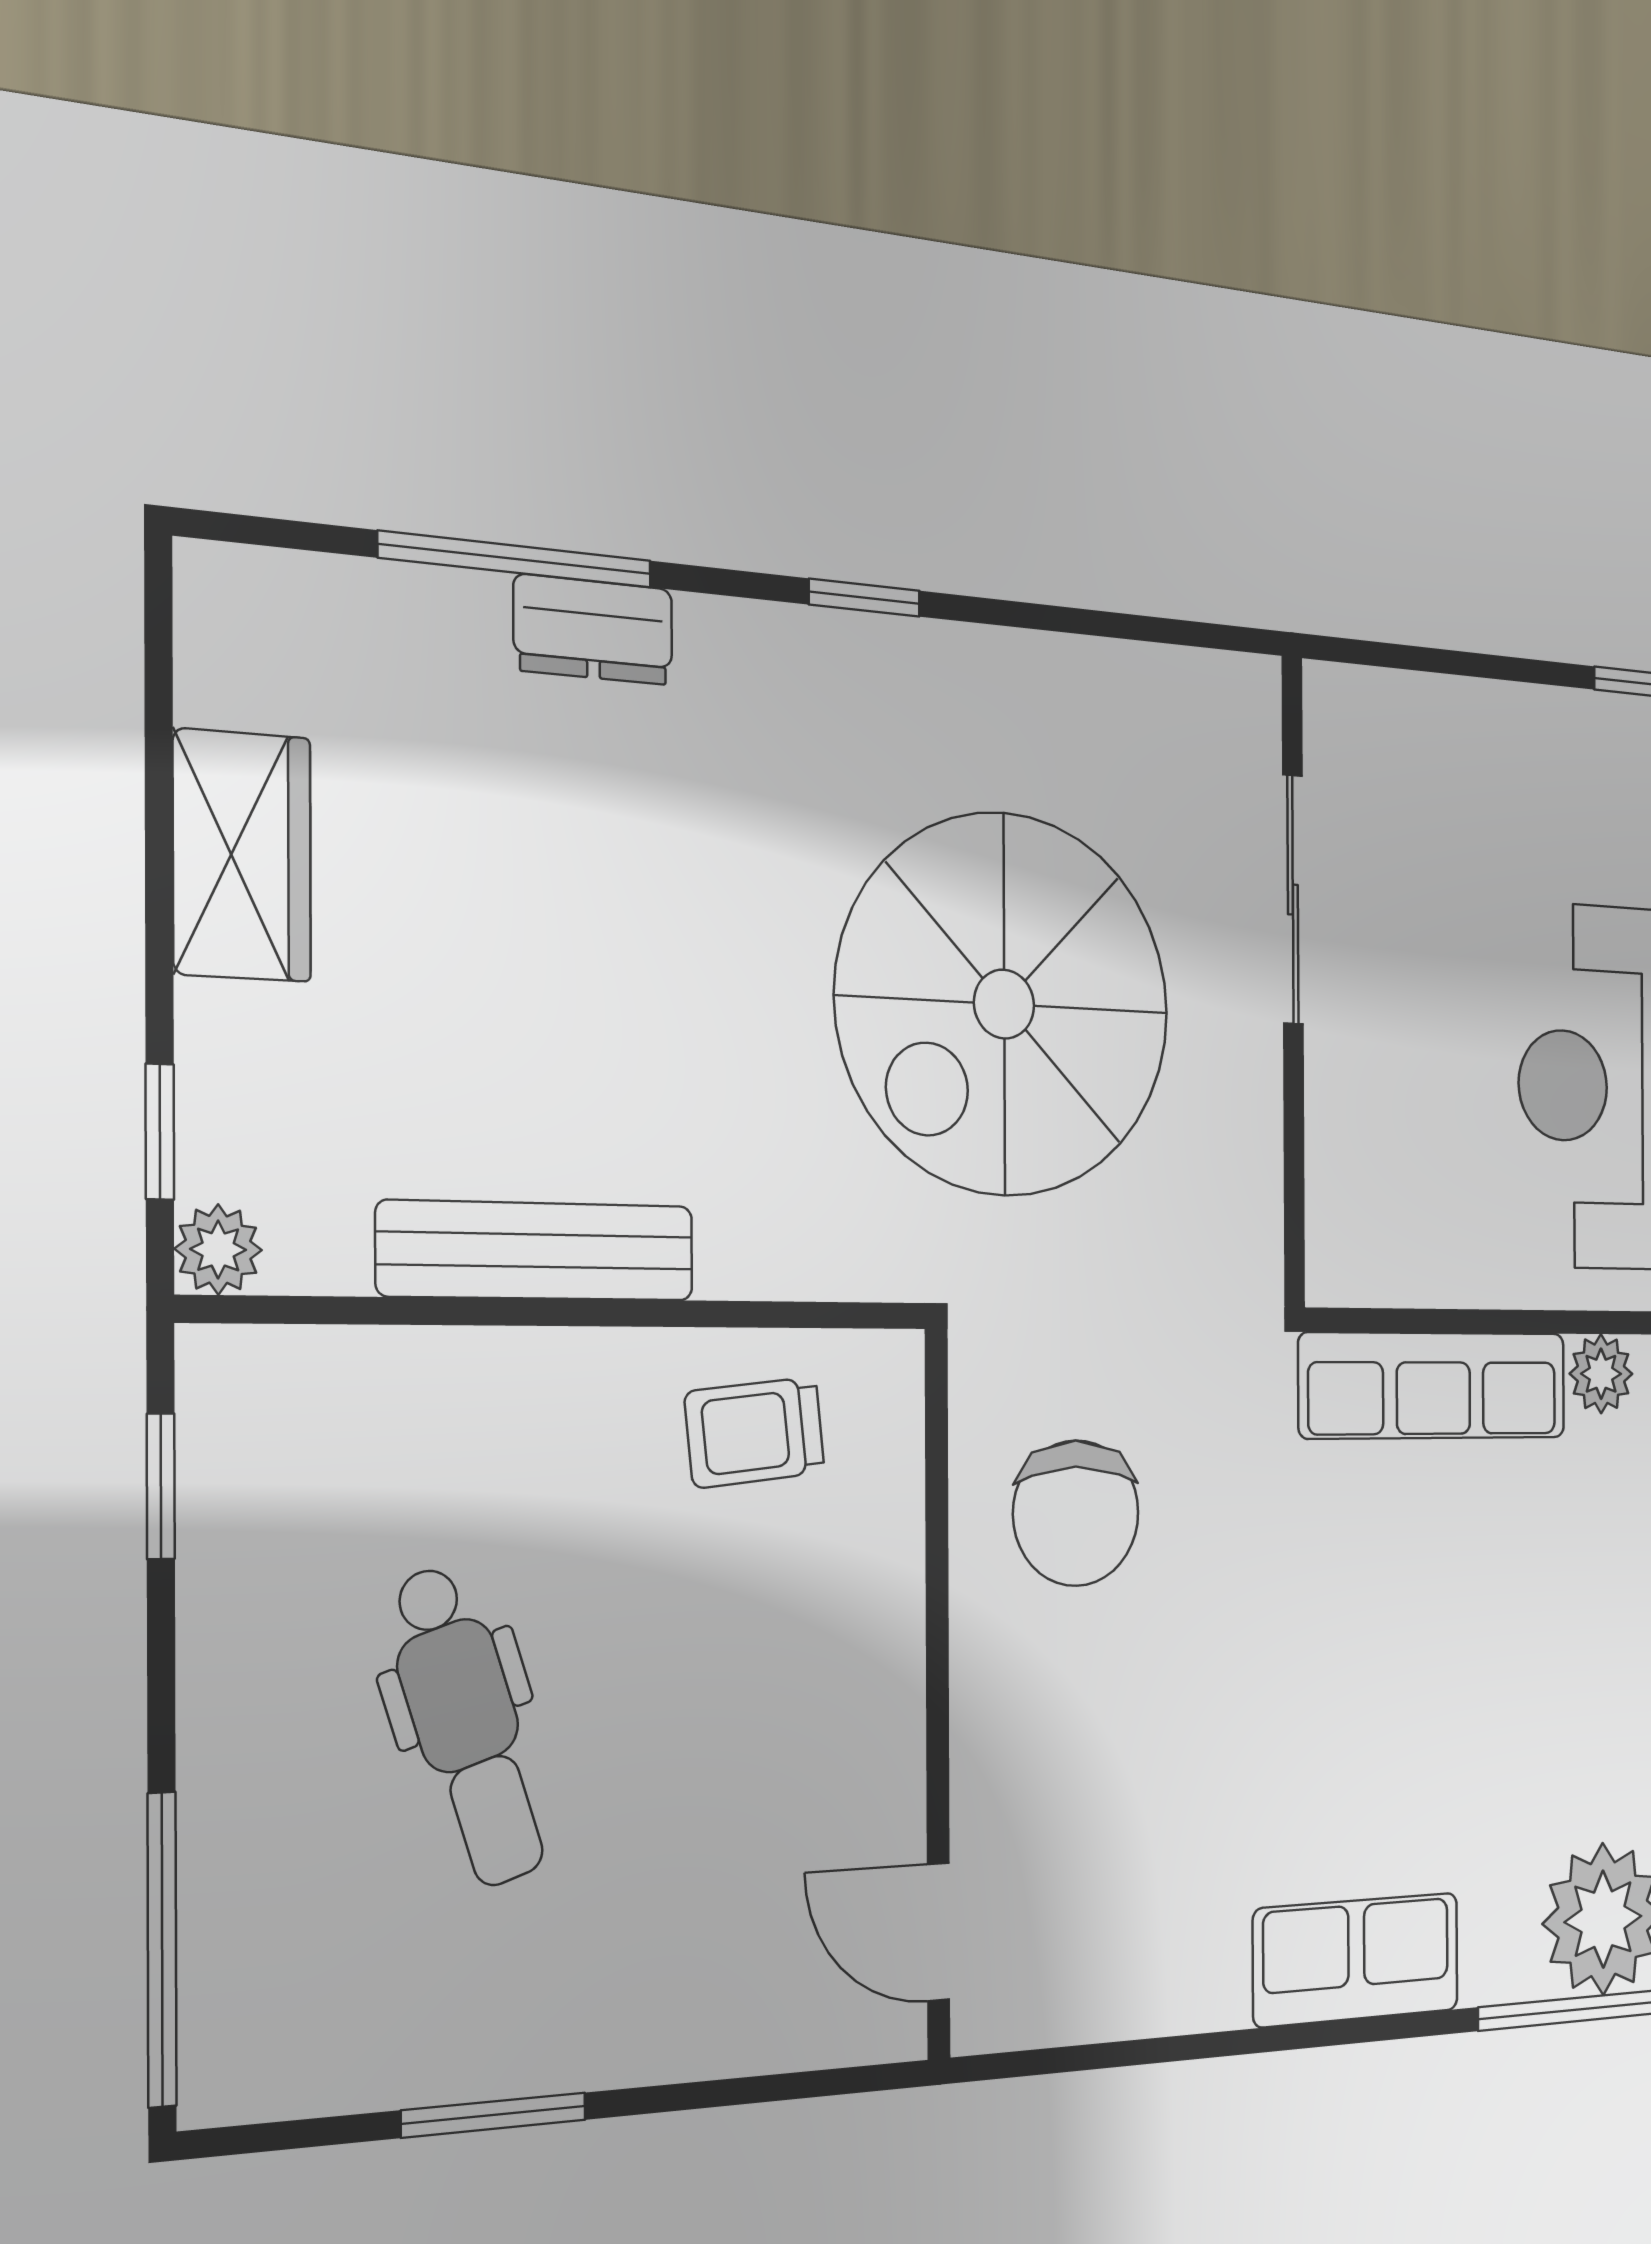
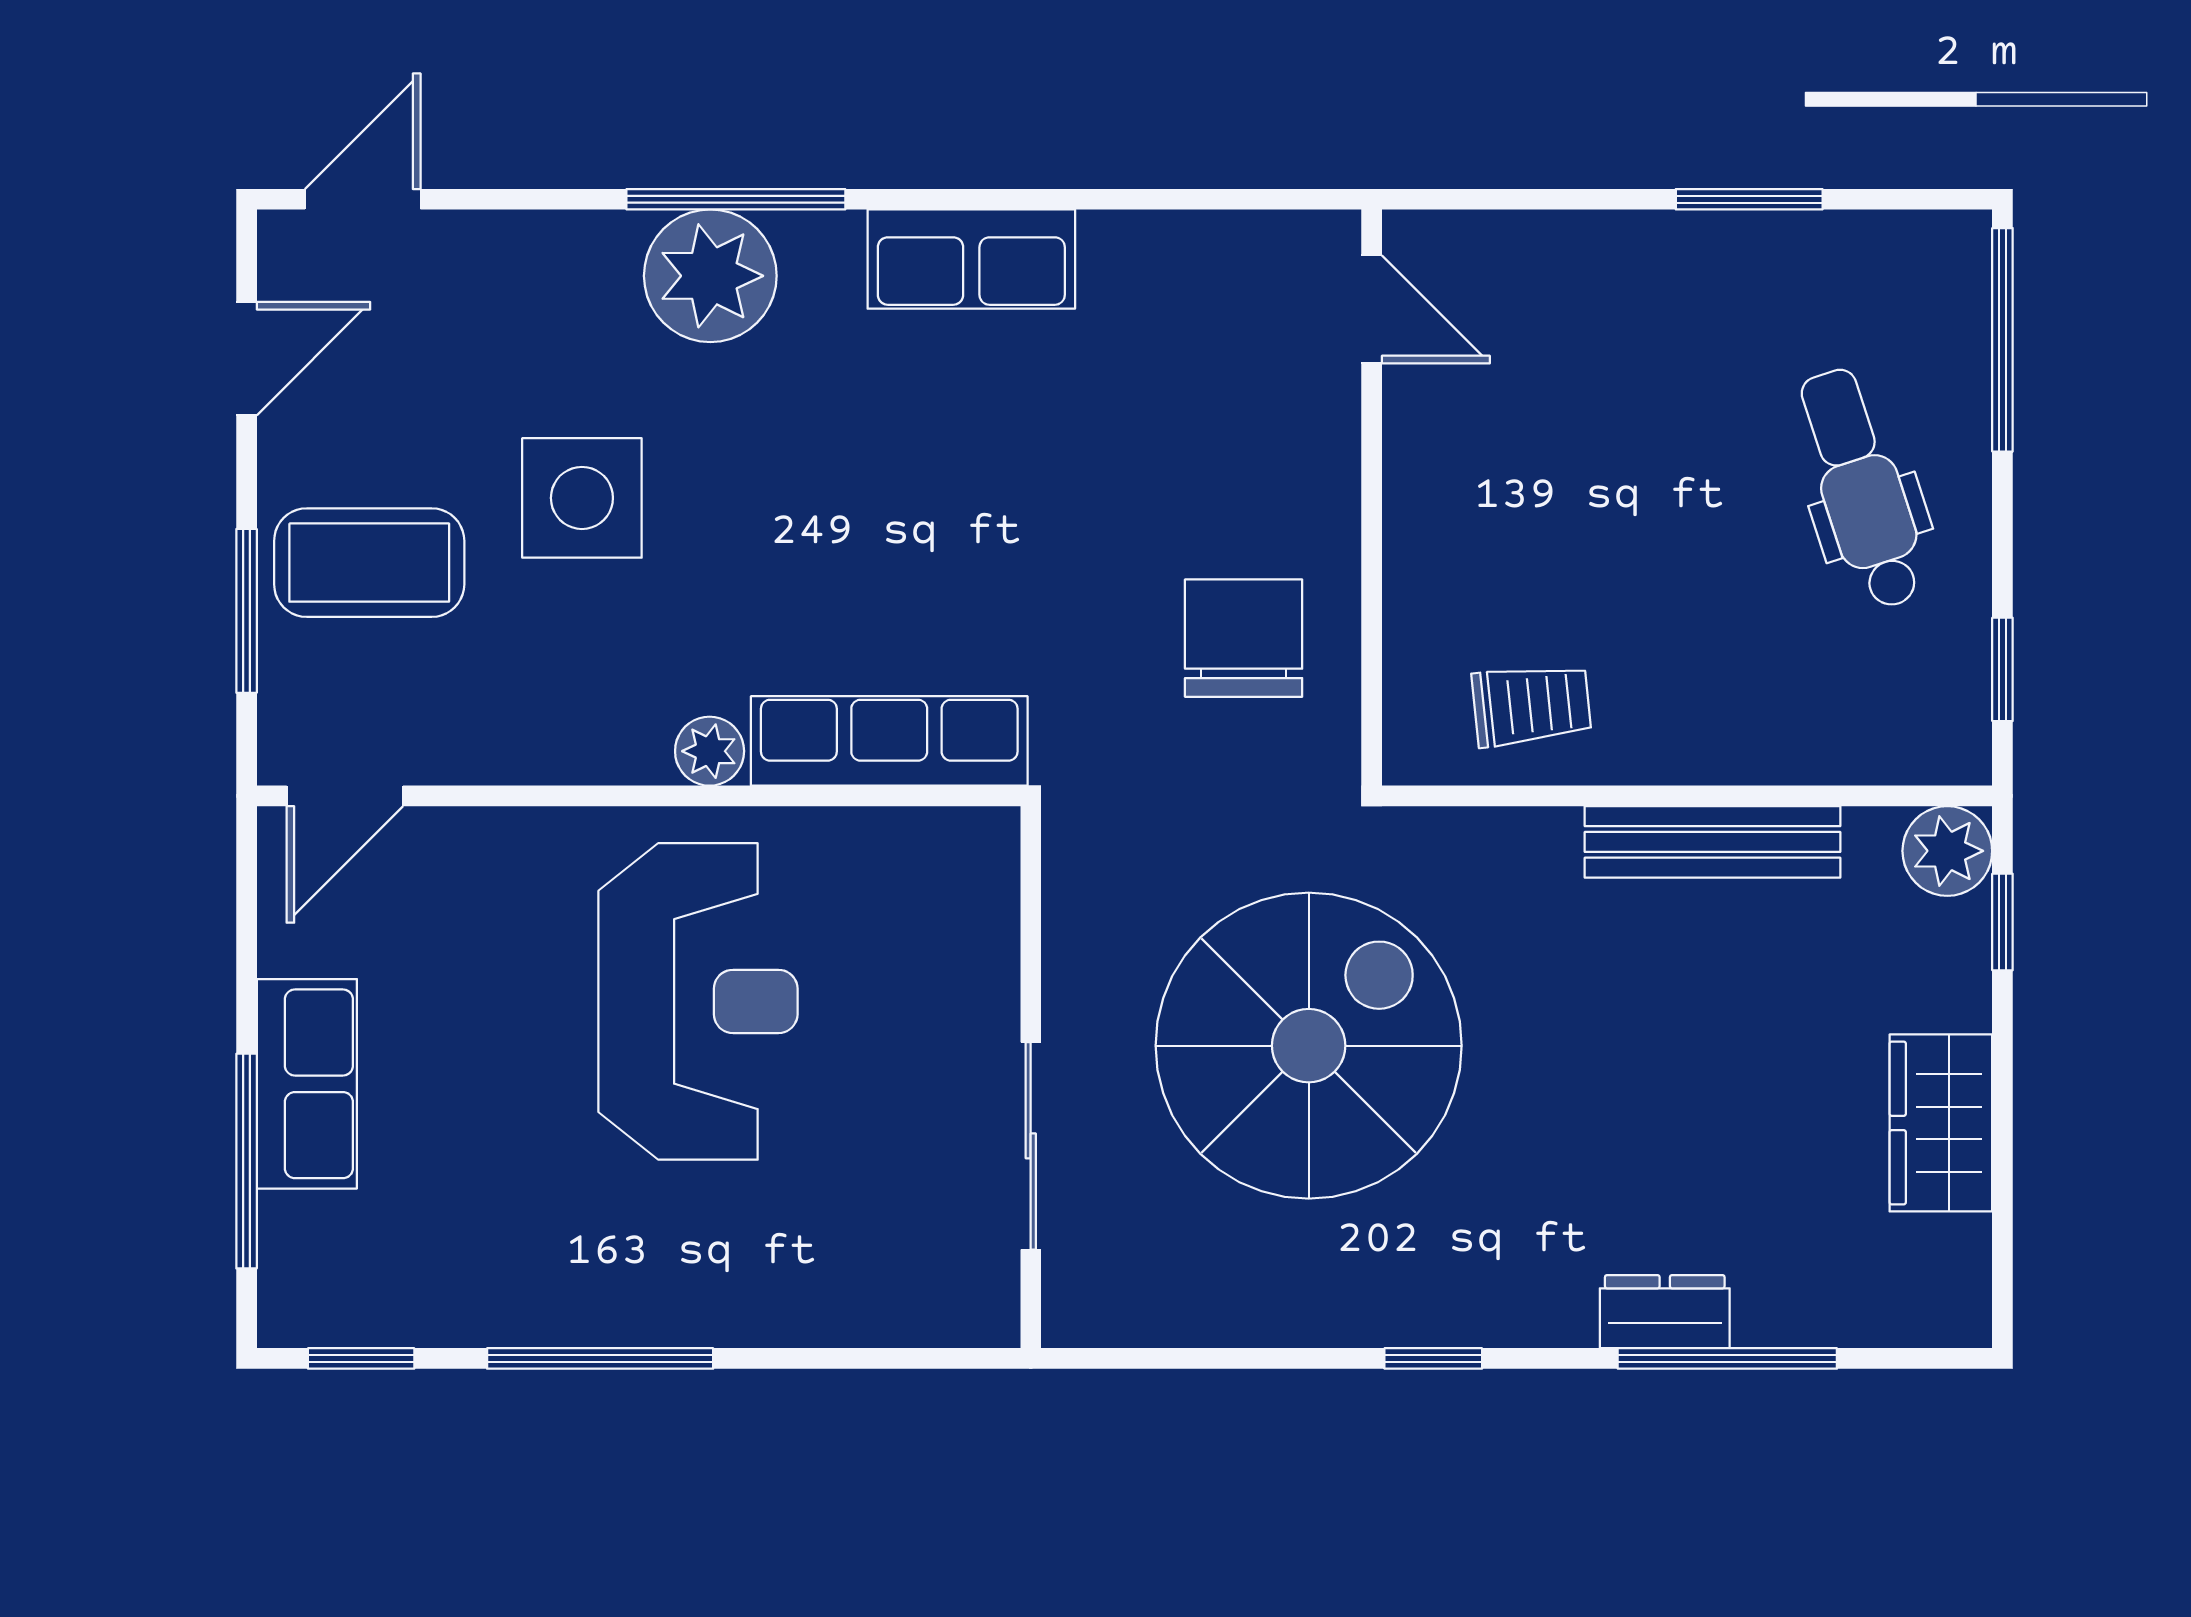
plant: (218, 1249) -> (1947, 851), width x1.38, depth x1.38
dental chair: (467, 1726) -> (1861, 489), moved

